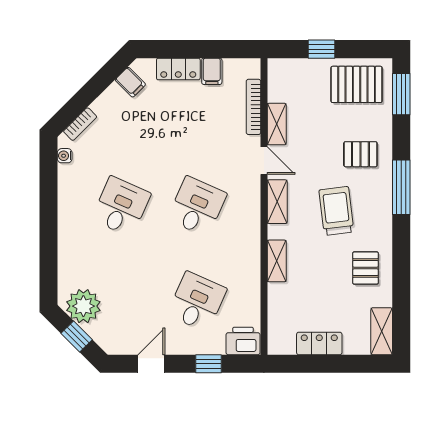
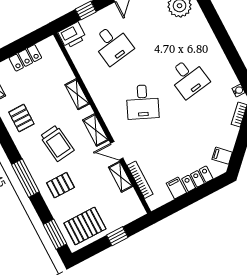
desk: (121, 206) -> (188, 78), turned -33
desk: (197, 302) -> (112, 44), turned -33

